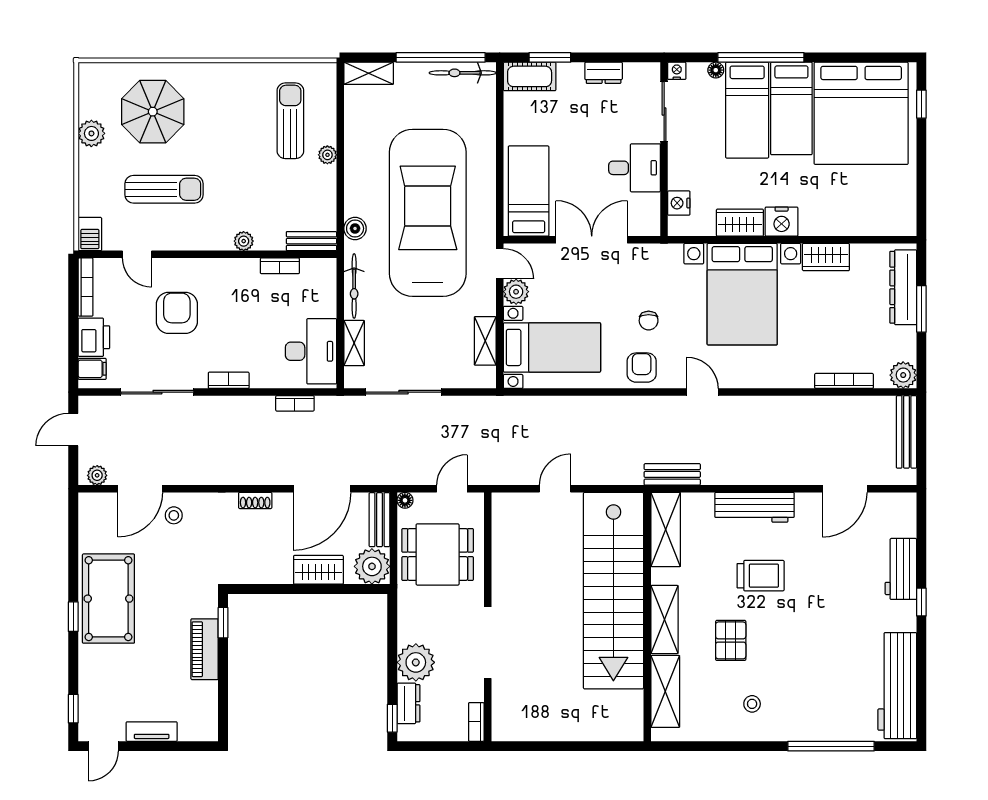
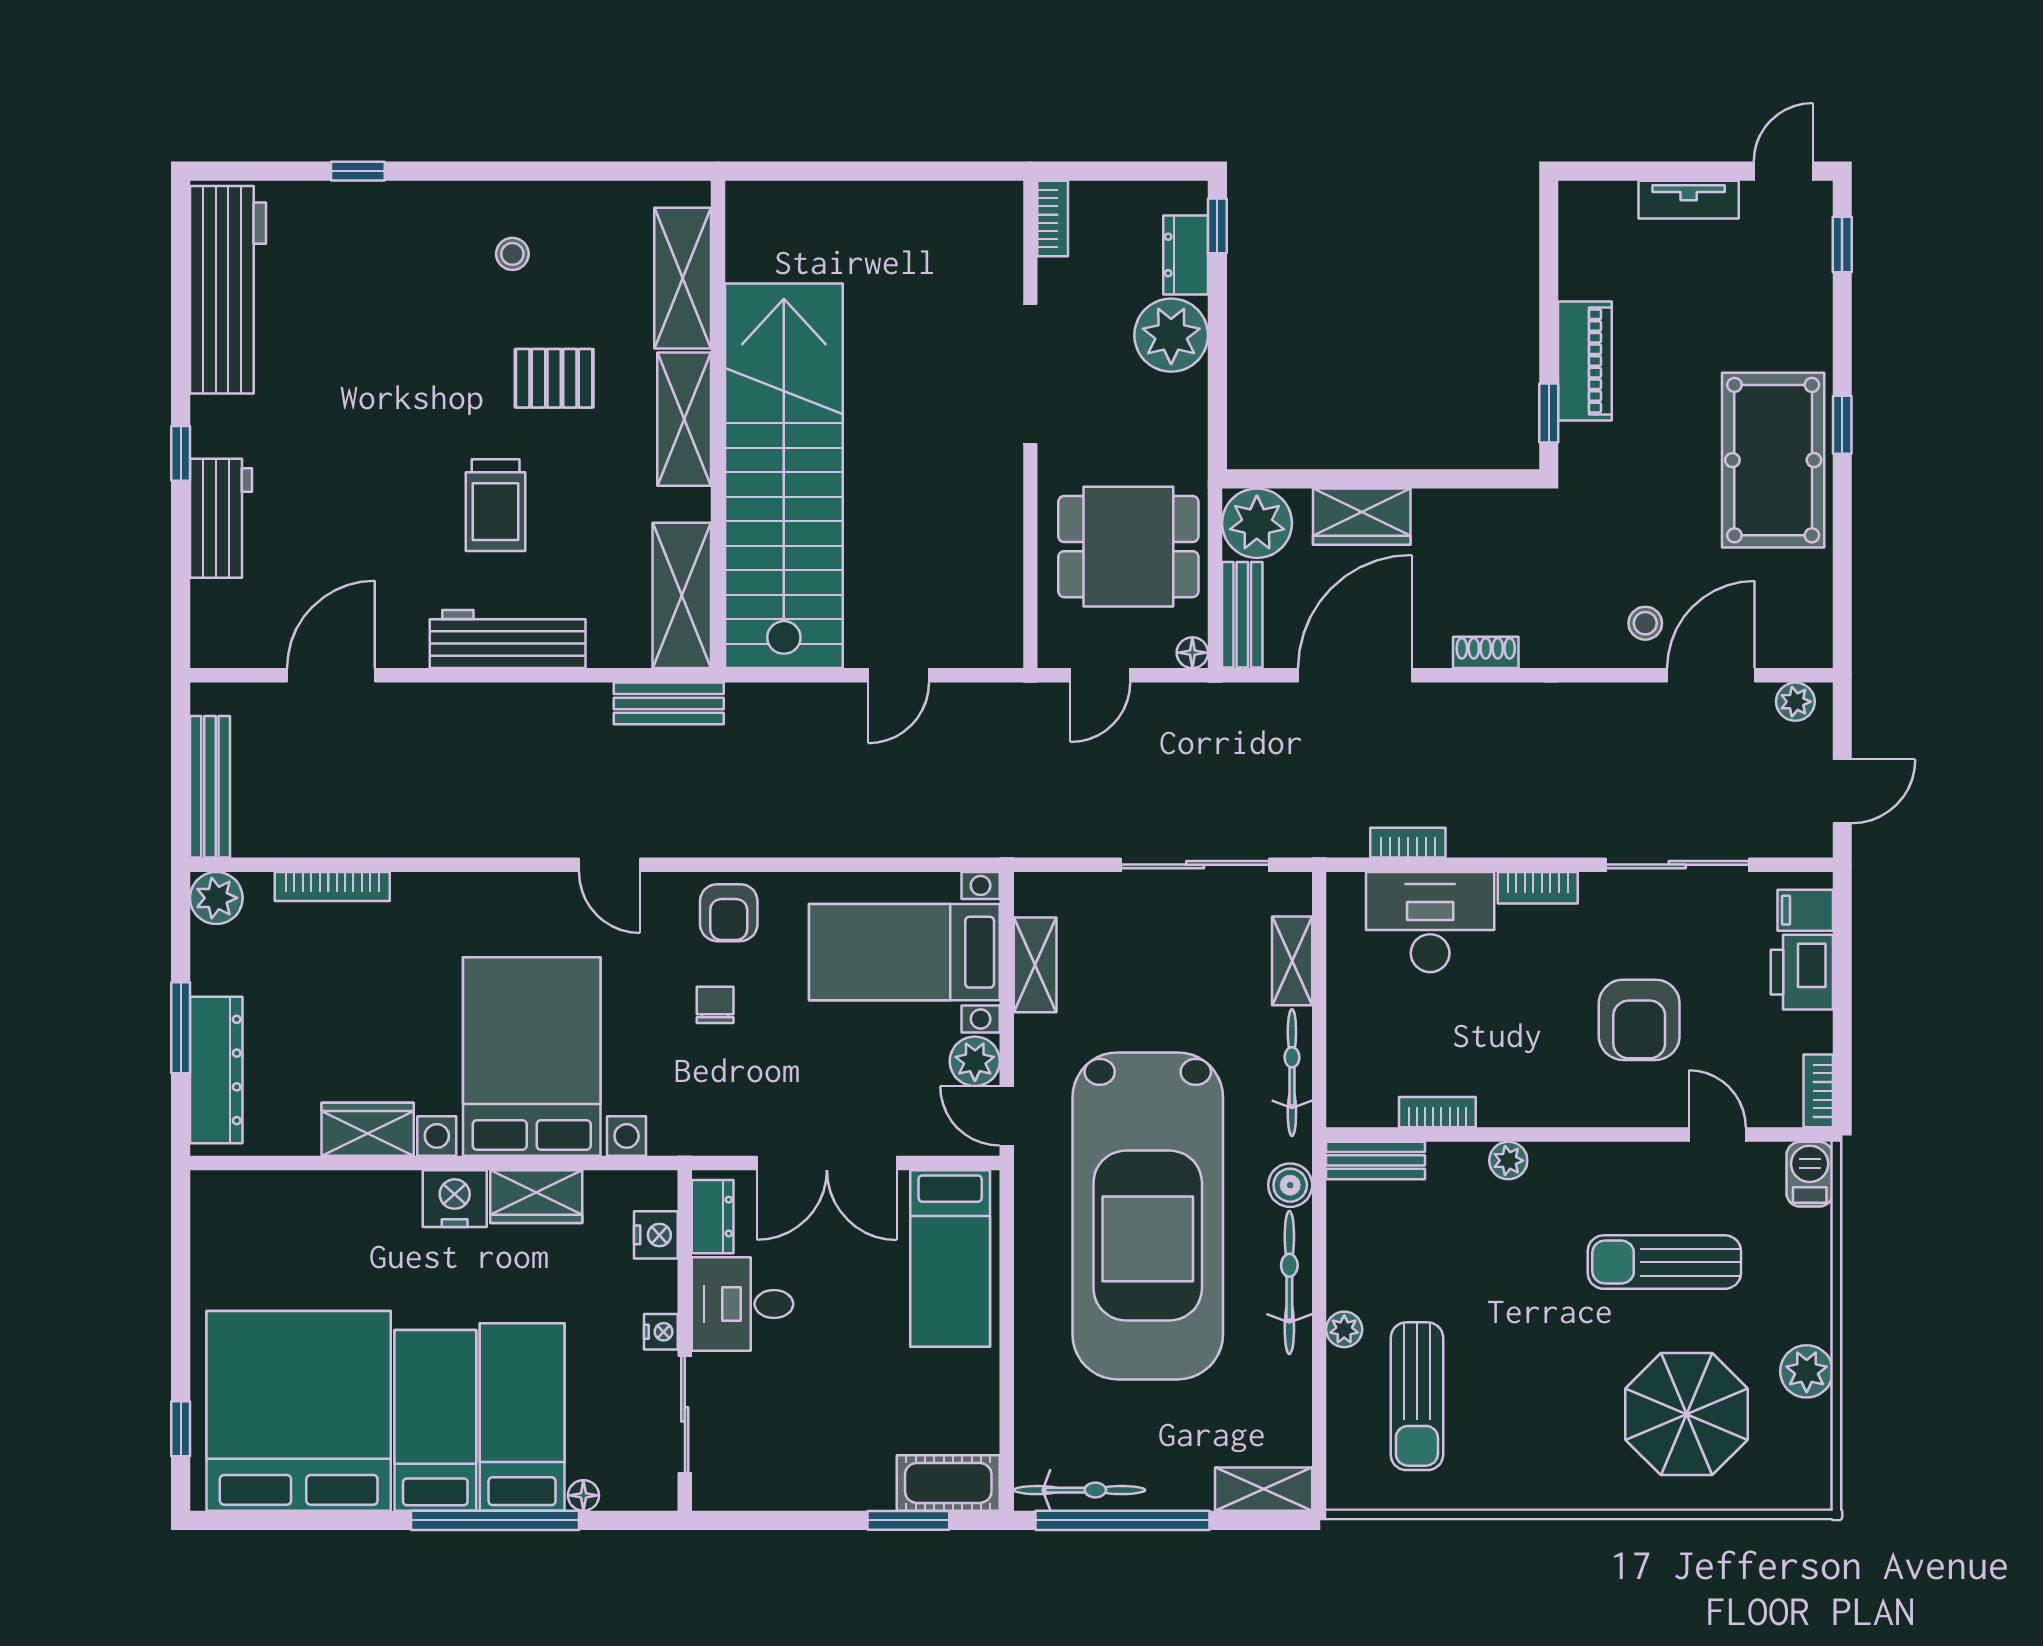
nightstand: (677, 71) -> (661, 1332), moved, turned -90
dresser: (604, 73) -> (713, 1217), moved, turned 90
bicycle: (355, 179) -> (1289, 1282), added
bookcase: (85, 287) -> (1818, 1091), width x0.64
desk: (311, 351) -> (1430, 922), moved, turned 90
trolley: (761, 576) -> (496, 505), turned -90
pallet: (731, 640) -> (554, 378), turned 90
window: (831, 746) -> (358, 171), width x0.32

